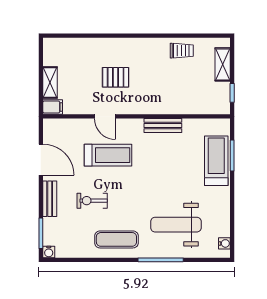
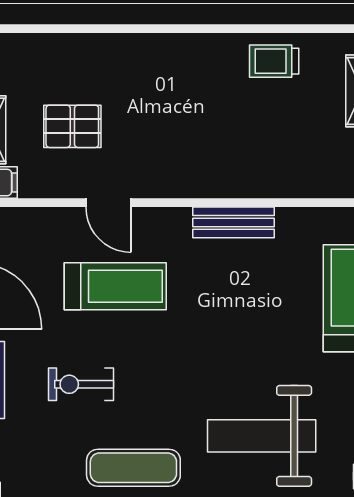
trolley: (182, 51) -> (274, 61), turned 180
pallet: (116, 77) -> (72, 126), moved

